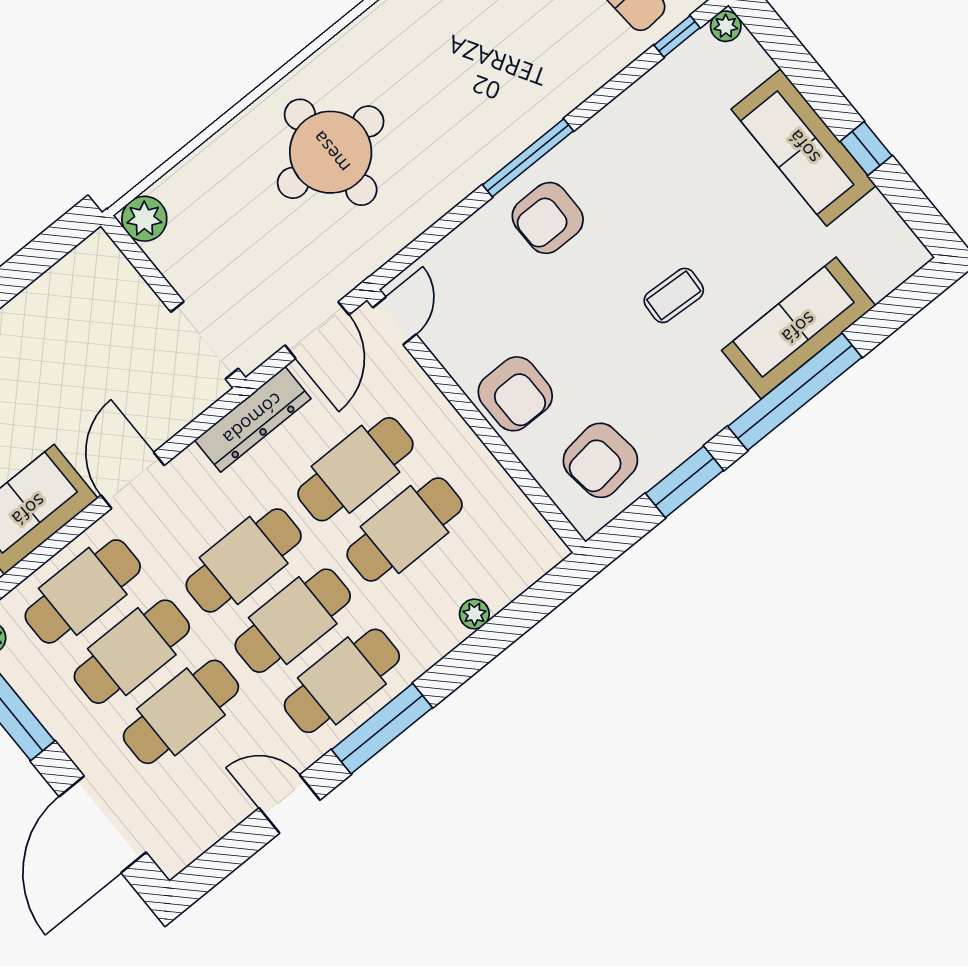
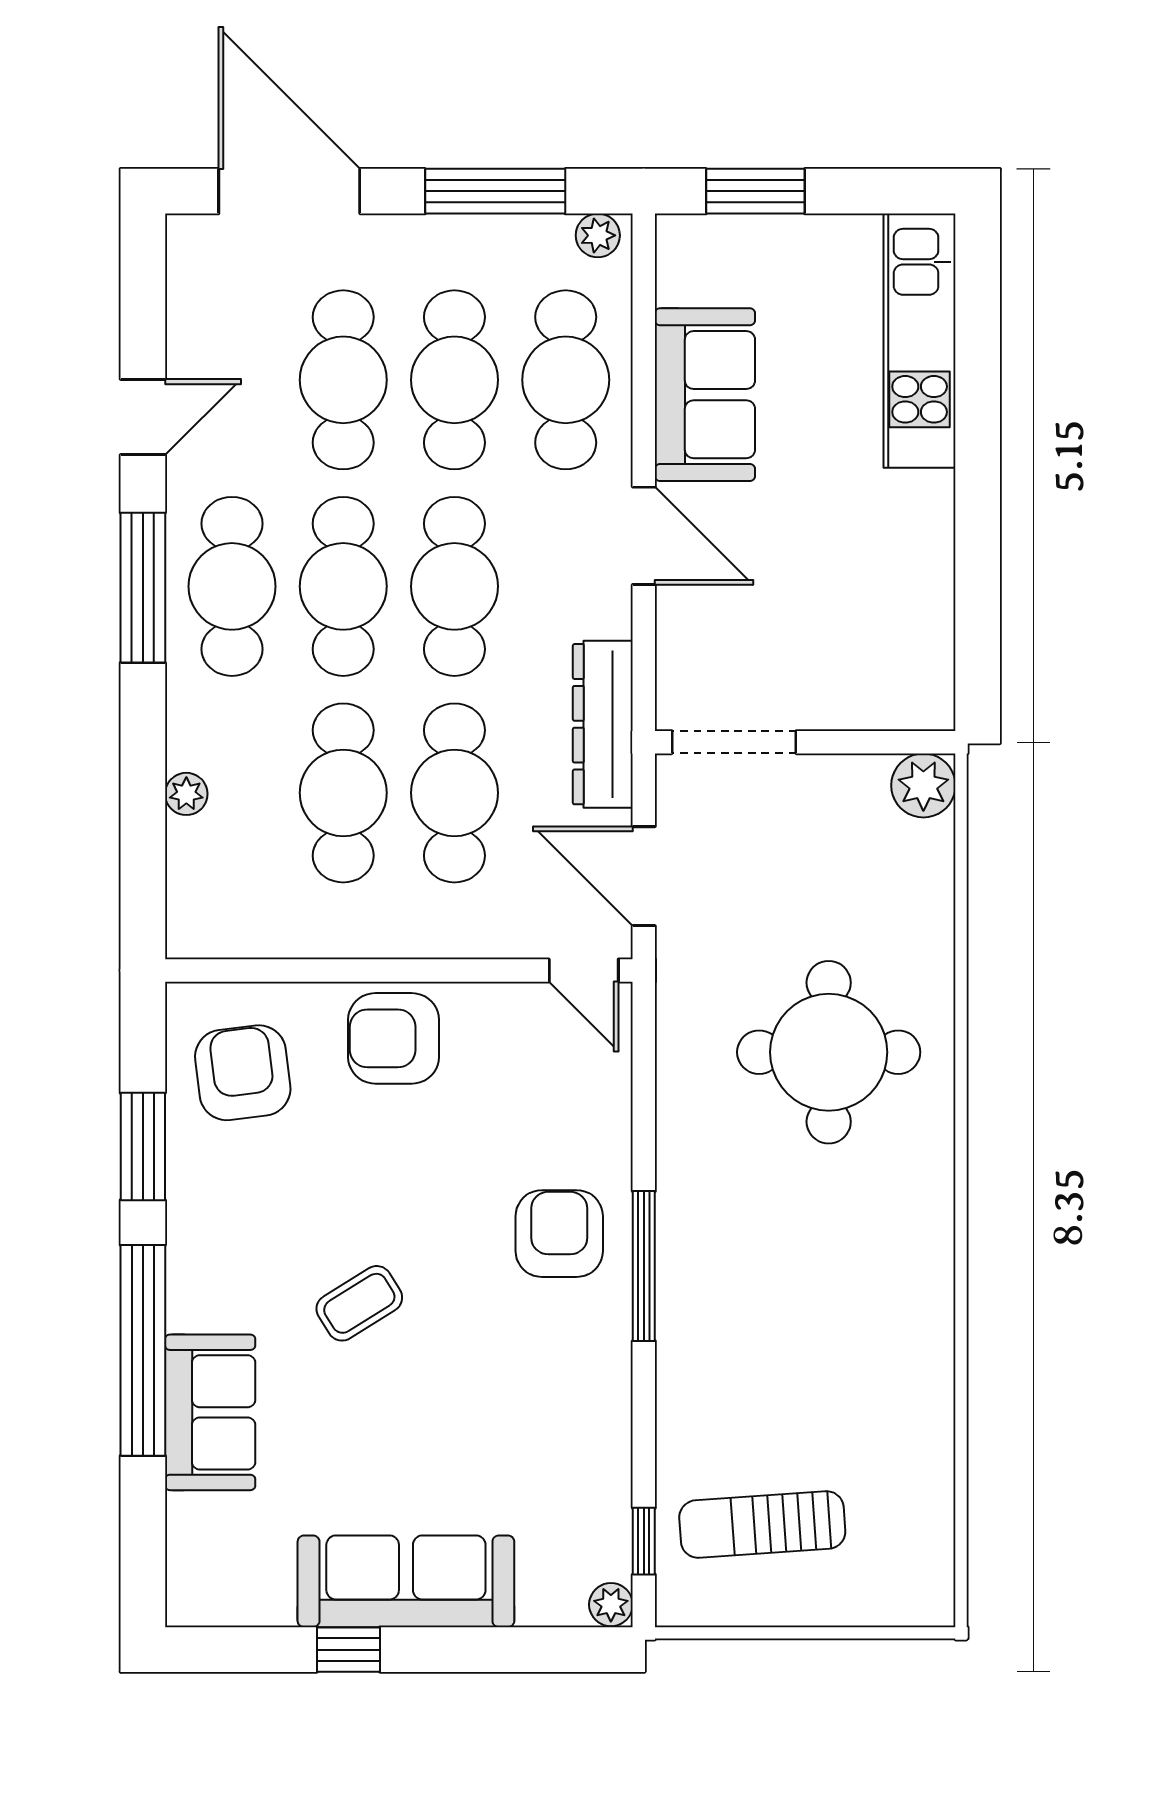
coffee table: (674, 295) -> (359, 1303), turned 55
sofa: (799, 328) -> (210, 1412), width x0.73

